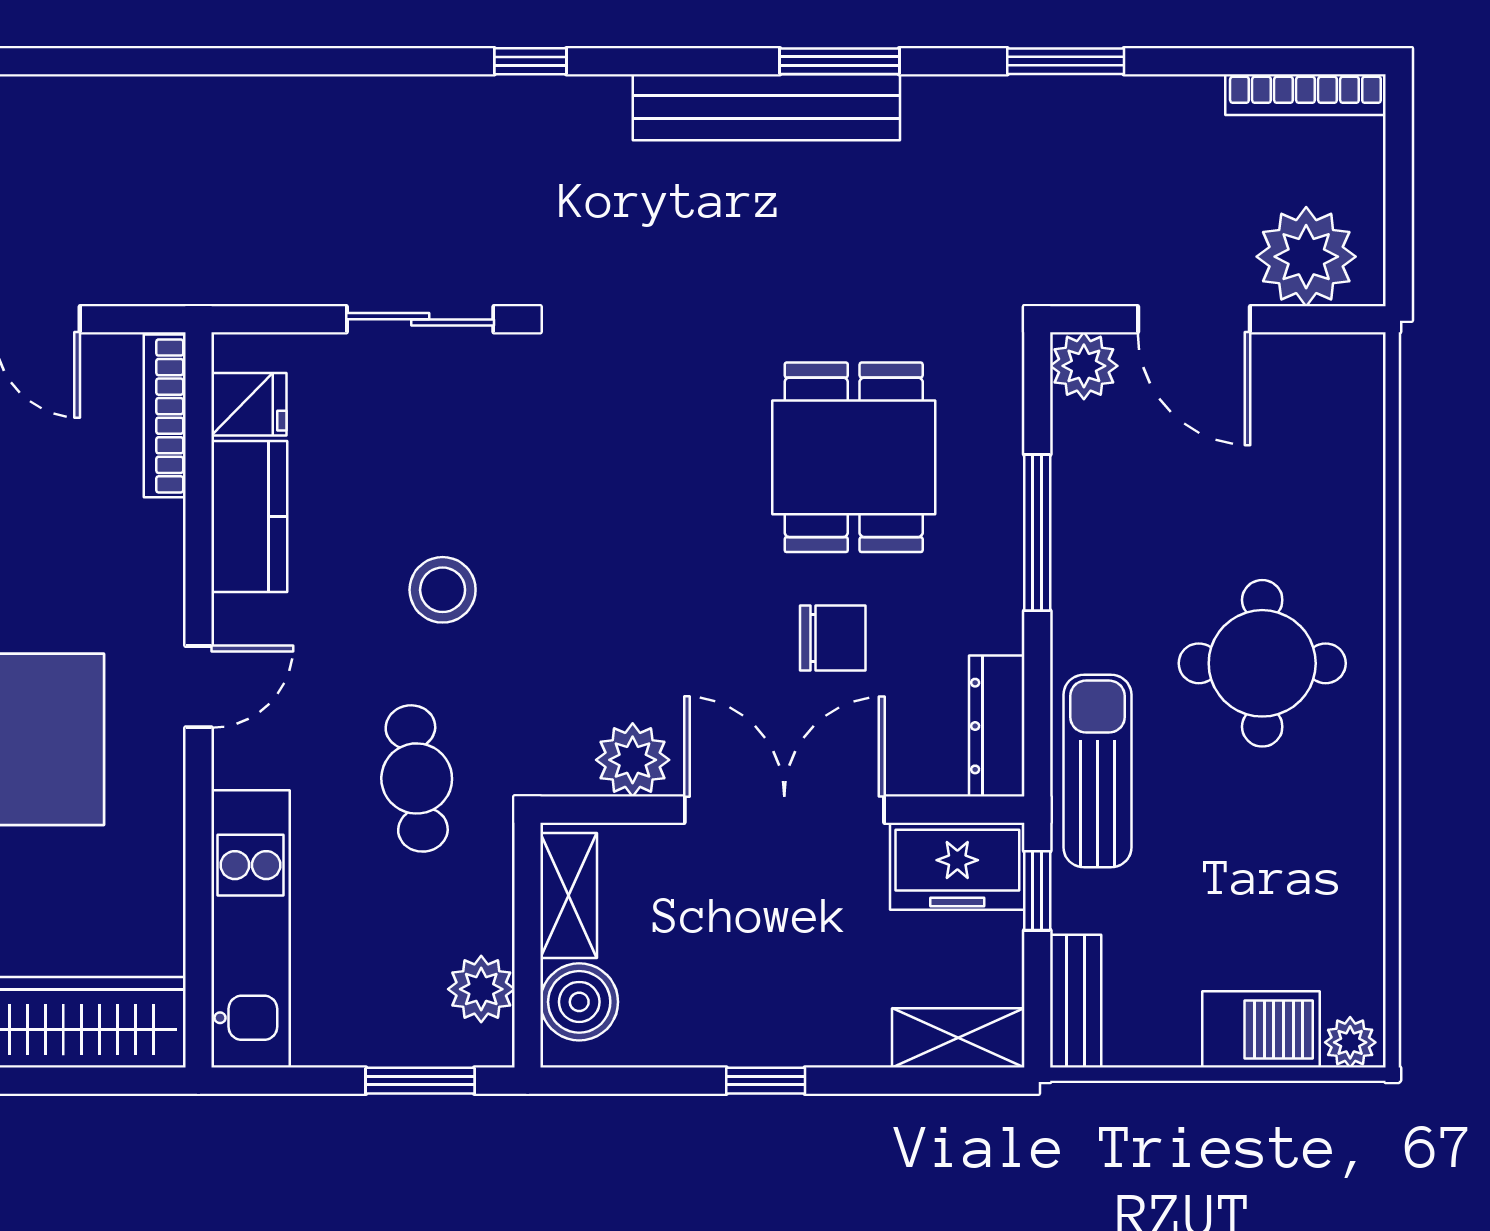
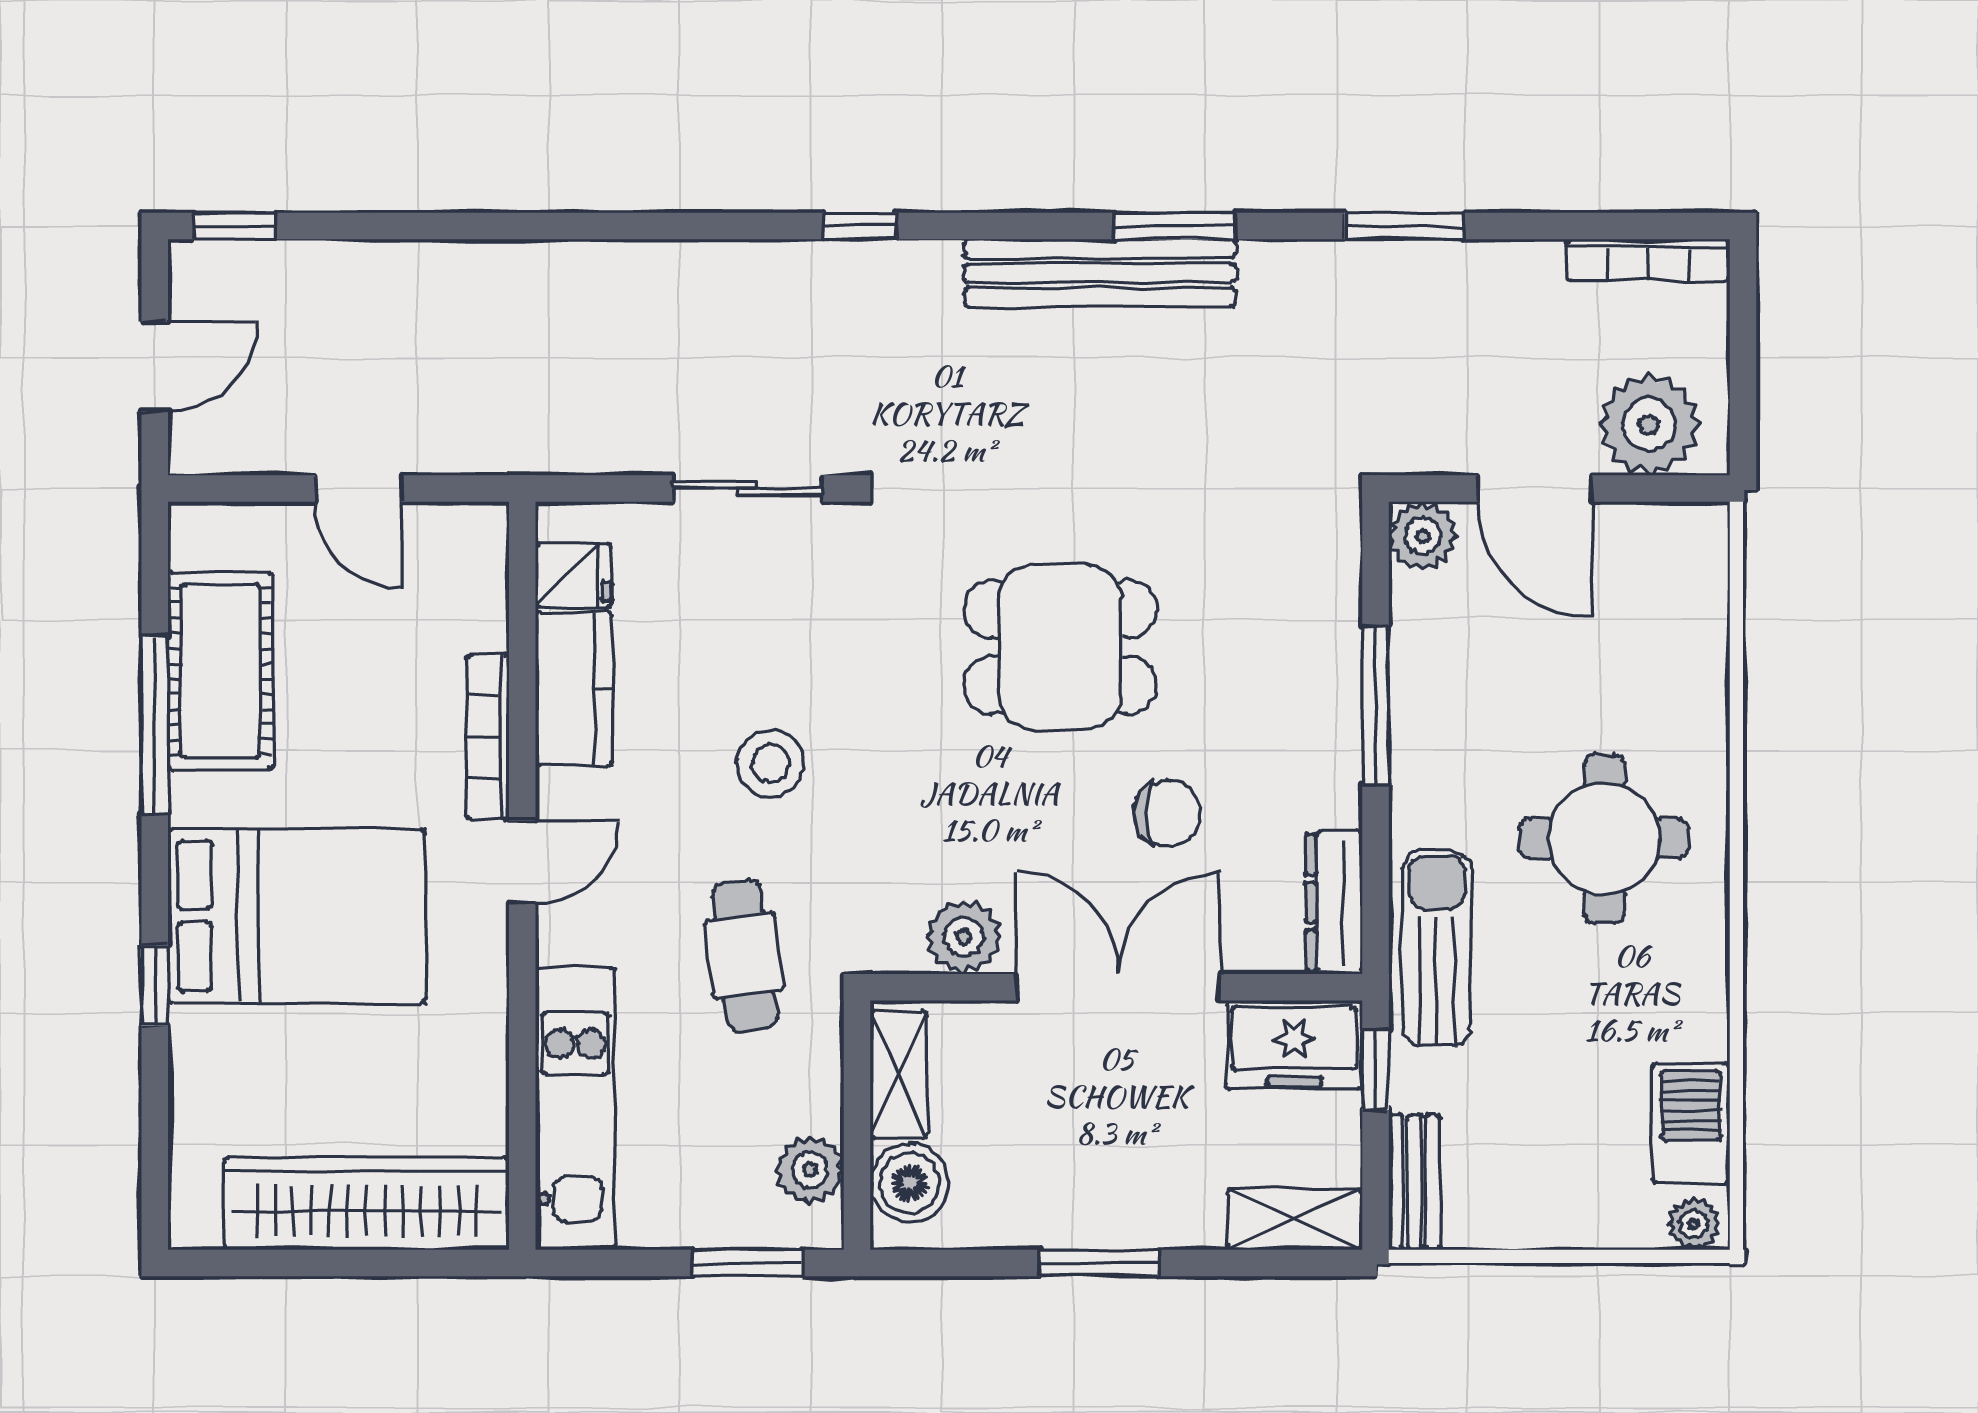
bookcase: (165, 416) -> (488, 737), moved
dining table: (854, 457) -> (1060, 647), moved, turned 90
barbecue: (1261, 1029) -> (1691, 1123), moved, turned -90
window: (766, 1081) -> (1099, 1263), width x1.50

